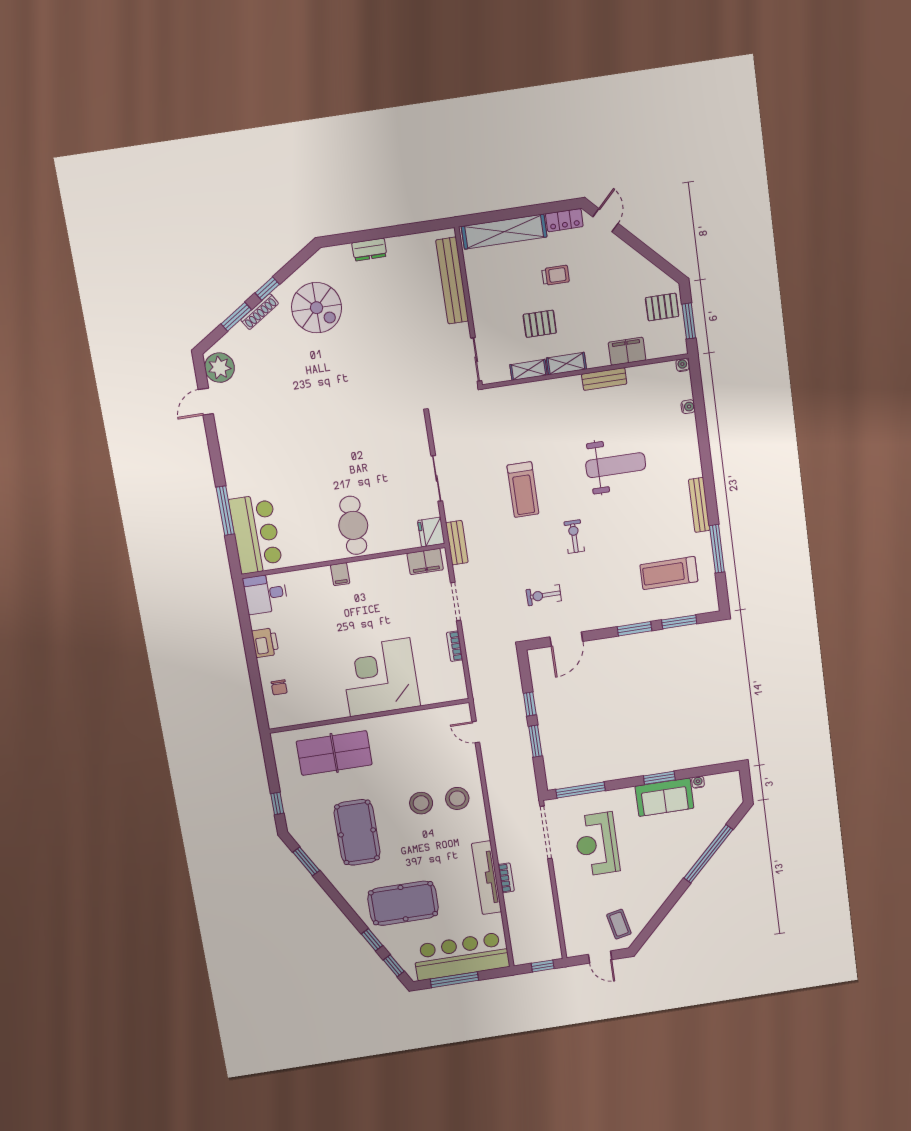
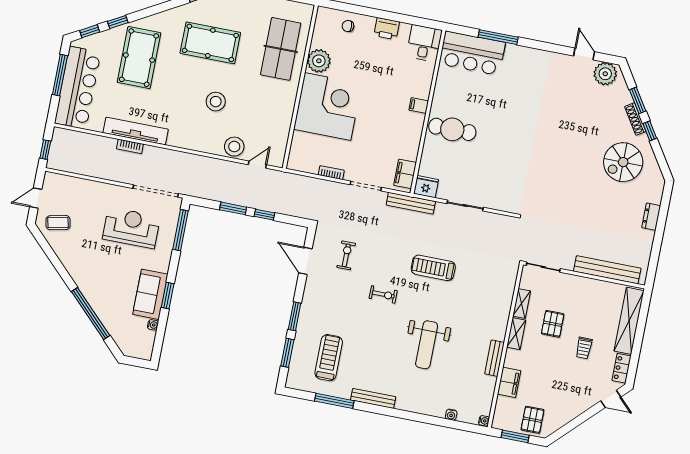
bench: (457, 543) -> (411, 203), width x1.36
plant: (332, 706) -> (319, 61), added
stool: (457, 798) -> (234, 147), moved

